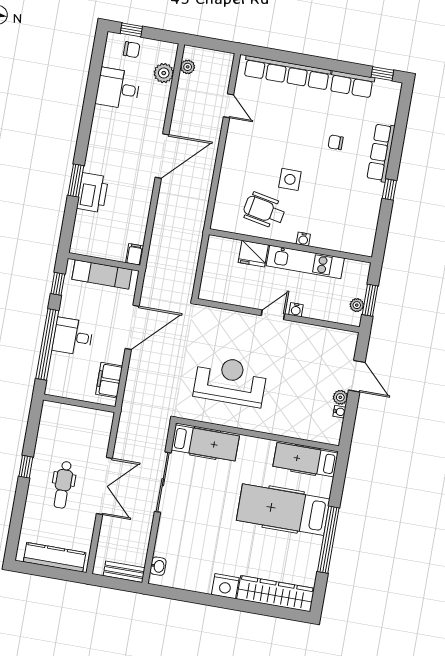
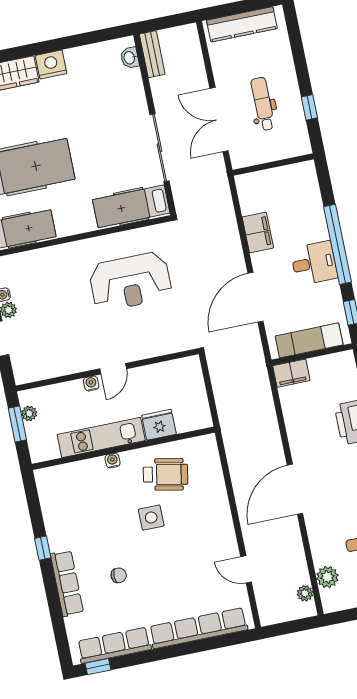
row of seats: (352, 84) -> (114, 645), width x1.48
filing cabinet: (135, 254) -> (291, 373), width x2.00
wall: (79, 403) -> (273, 165), moved
bench: (124, 572) -> (152, 54), moved, turned 90

